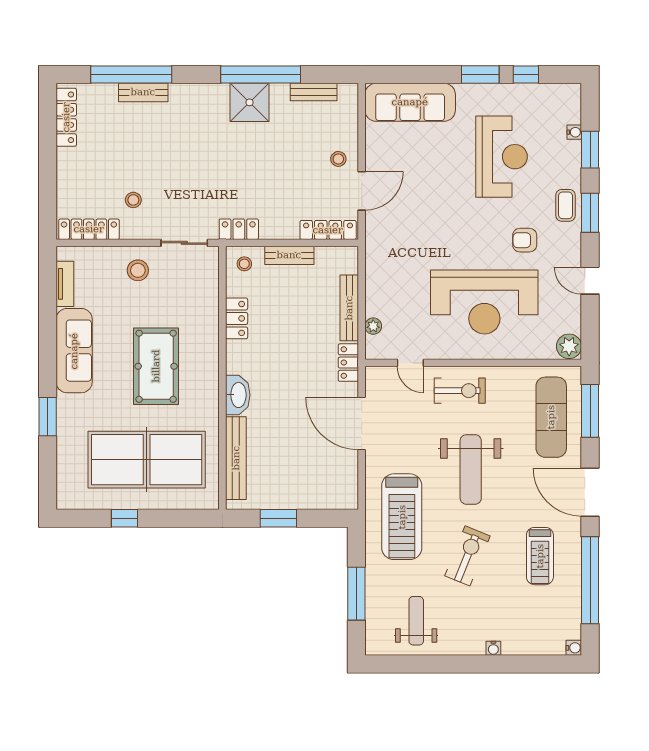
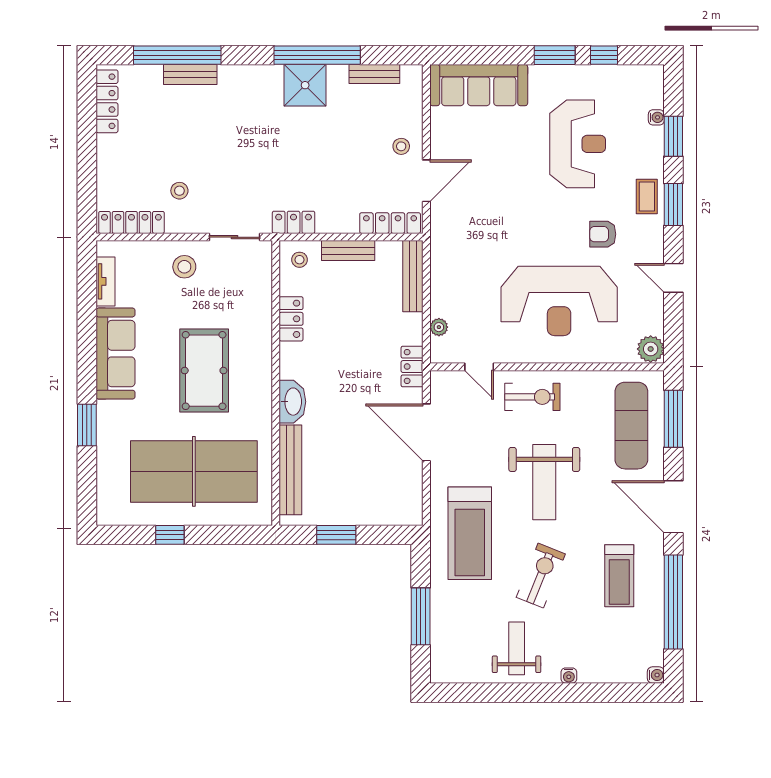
bench: (349, 308) -> (413, 276), moved
weight bench: (416, 621) -> (517, 648), moved

